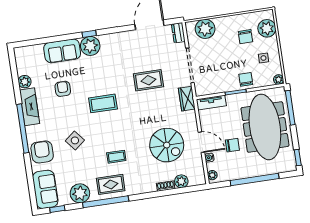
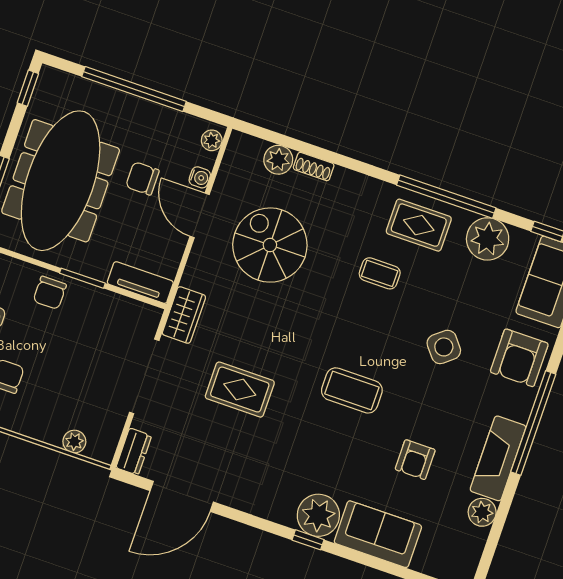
plant: (205, 29) -> (74, 442), width x0.53, depth x0.53

